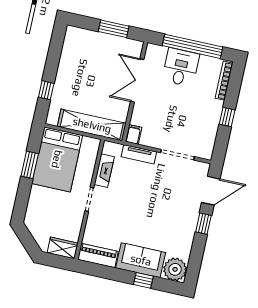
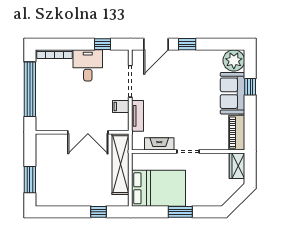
window: (114, 29) -> (30, 180), moved
desk: (181, 67) -> (88, 65), moved, turned 90
double door: (137, 80) -> (88, 132), moved
window: (227, 117) -> (102, 44), moved
filing cabinet: (134, 134) -> (121, 107), moved
window: (30, 165) -> (180, 212), moved
door: (211, 191) -> (156, 44), swing flipped

